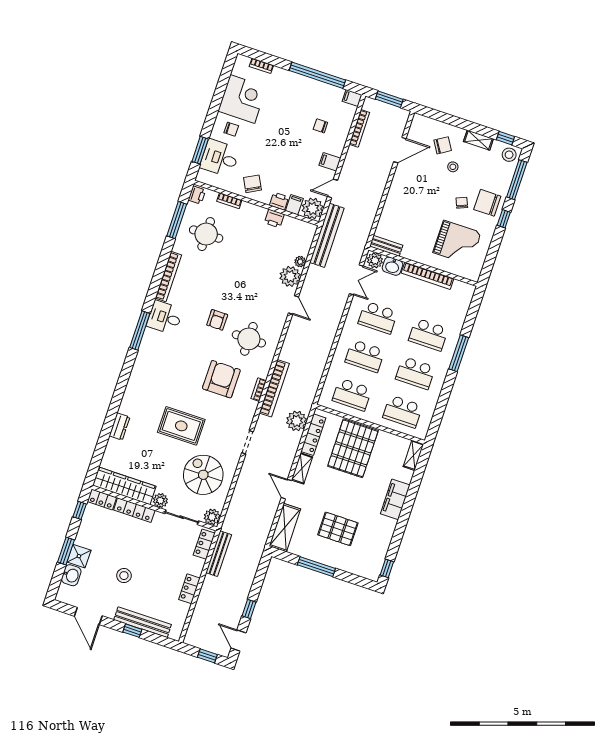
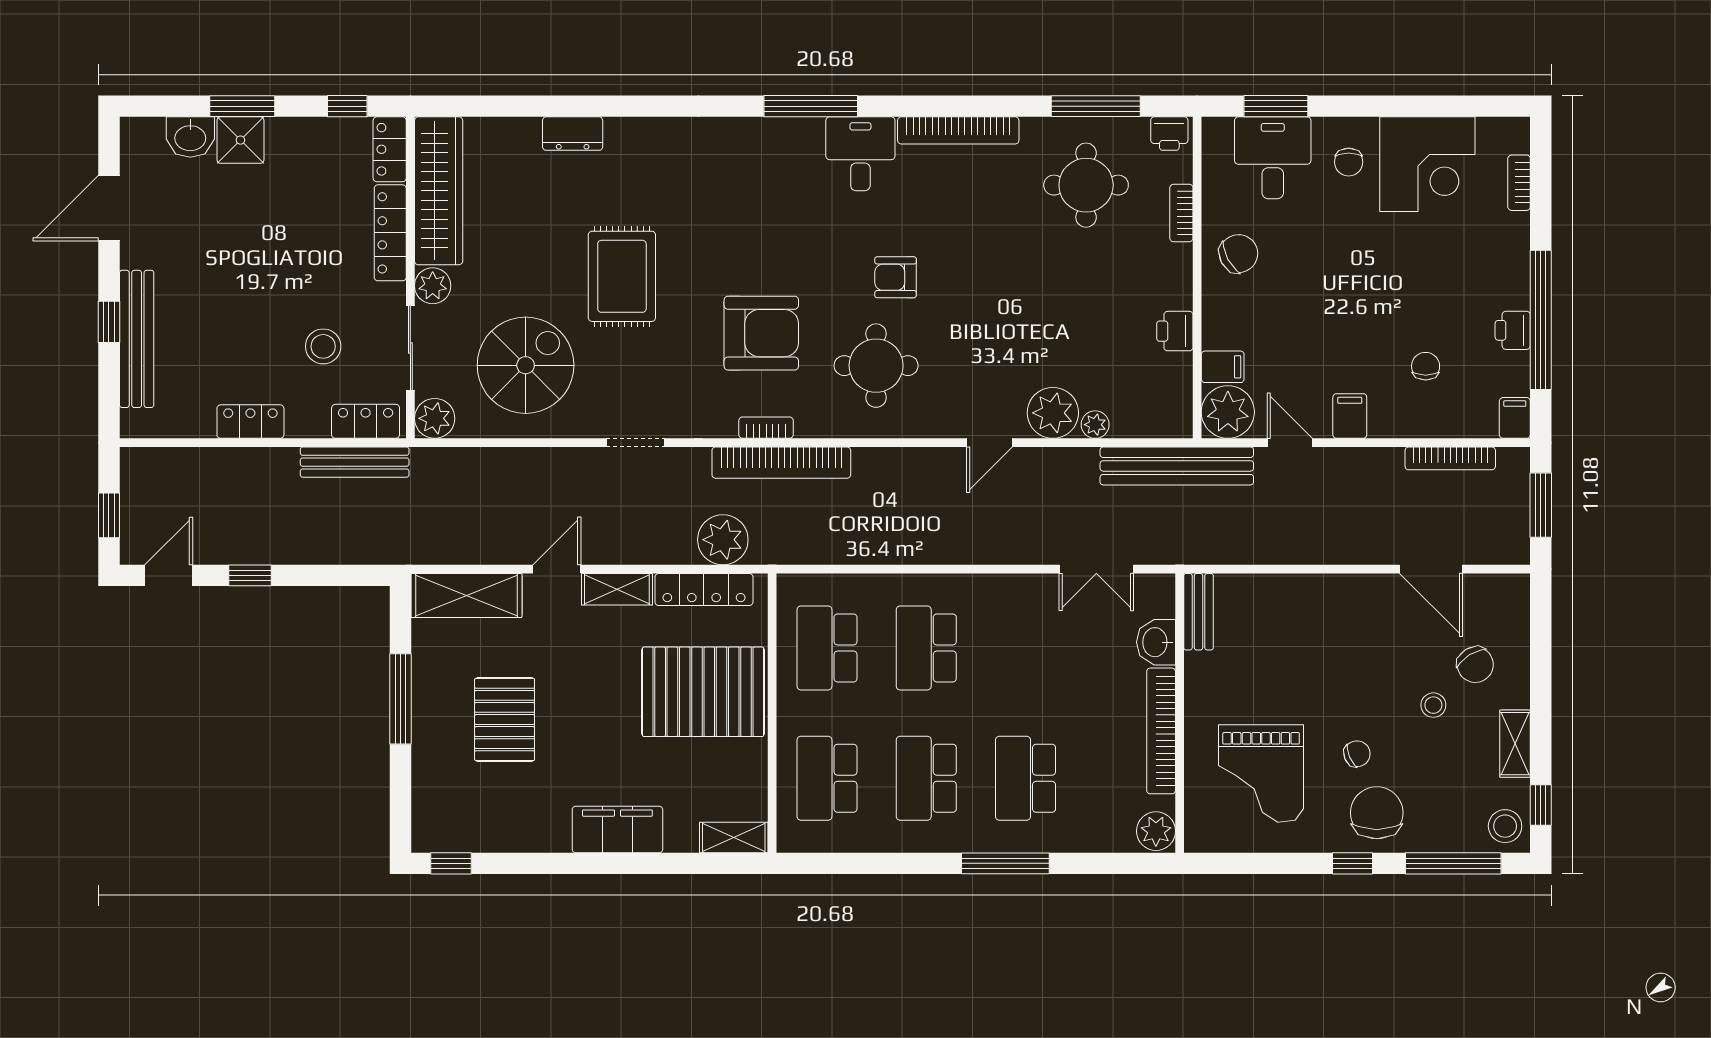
printer: (279, 201) -> (1513, 330), moved, turned 180
plant: (375, 260) -> (1156, 831), moved
school desk: (378, 318) -> (1026, 648), removed
stool: (124, 576) -> (323, 346), moved

